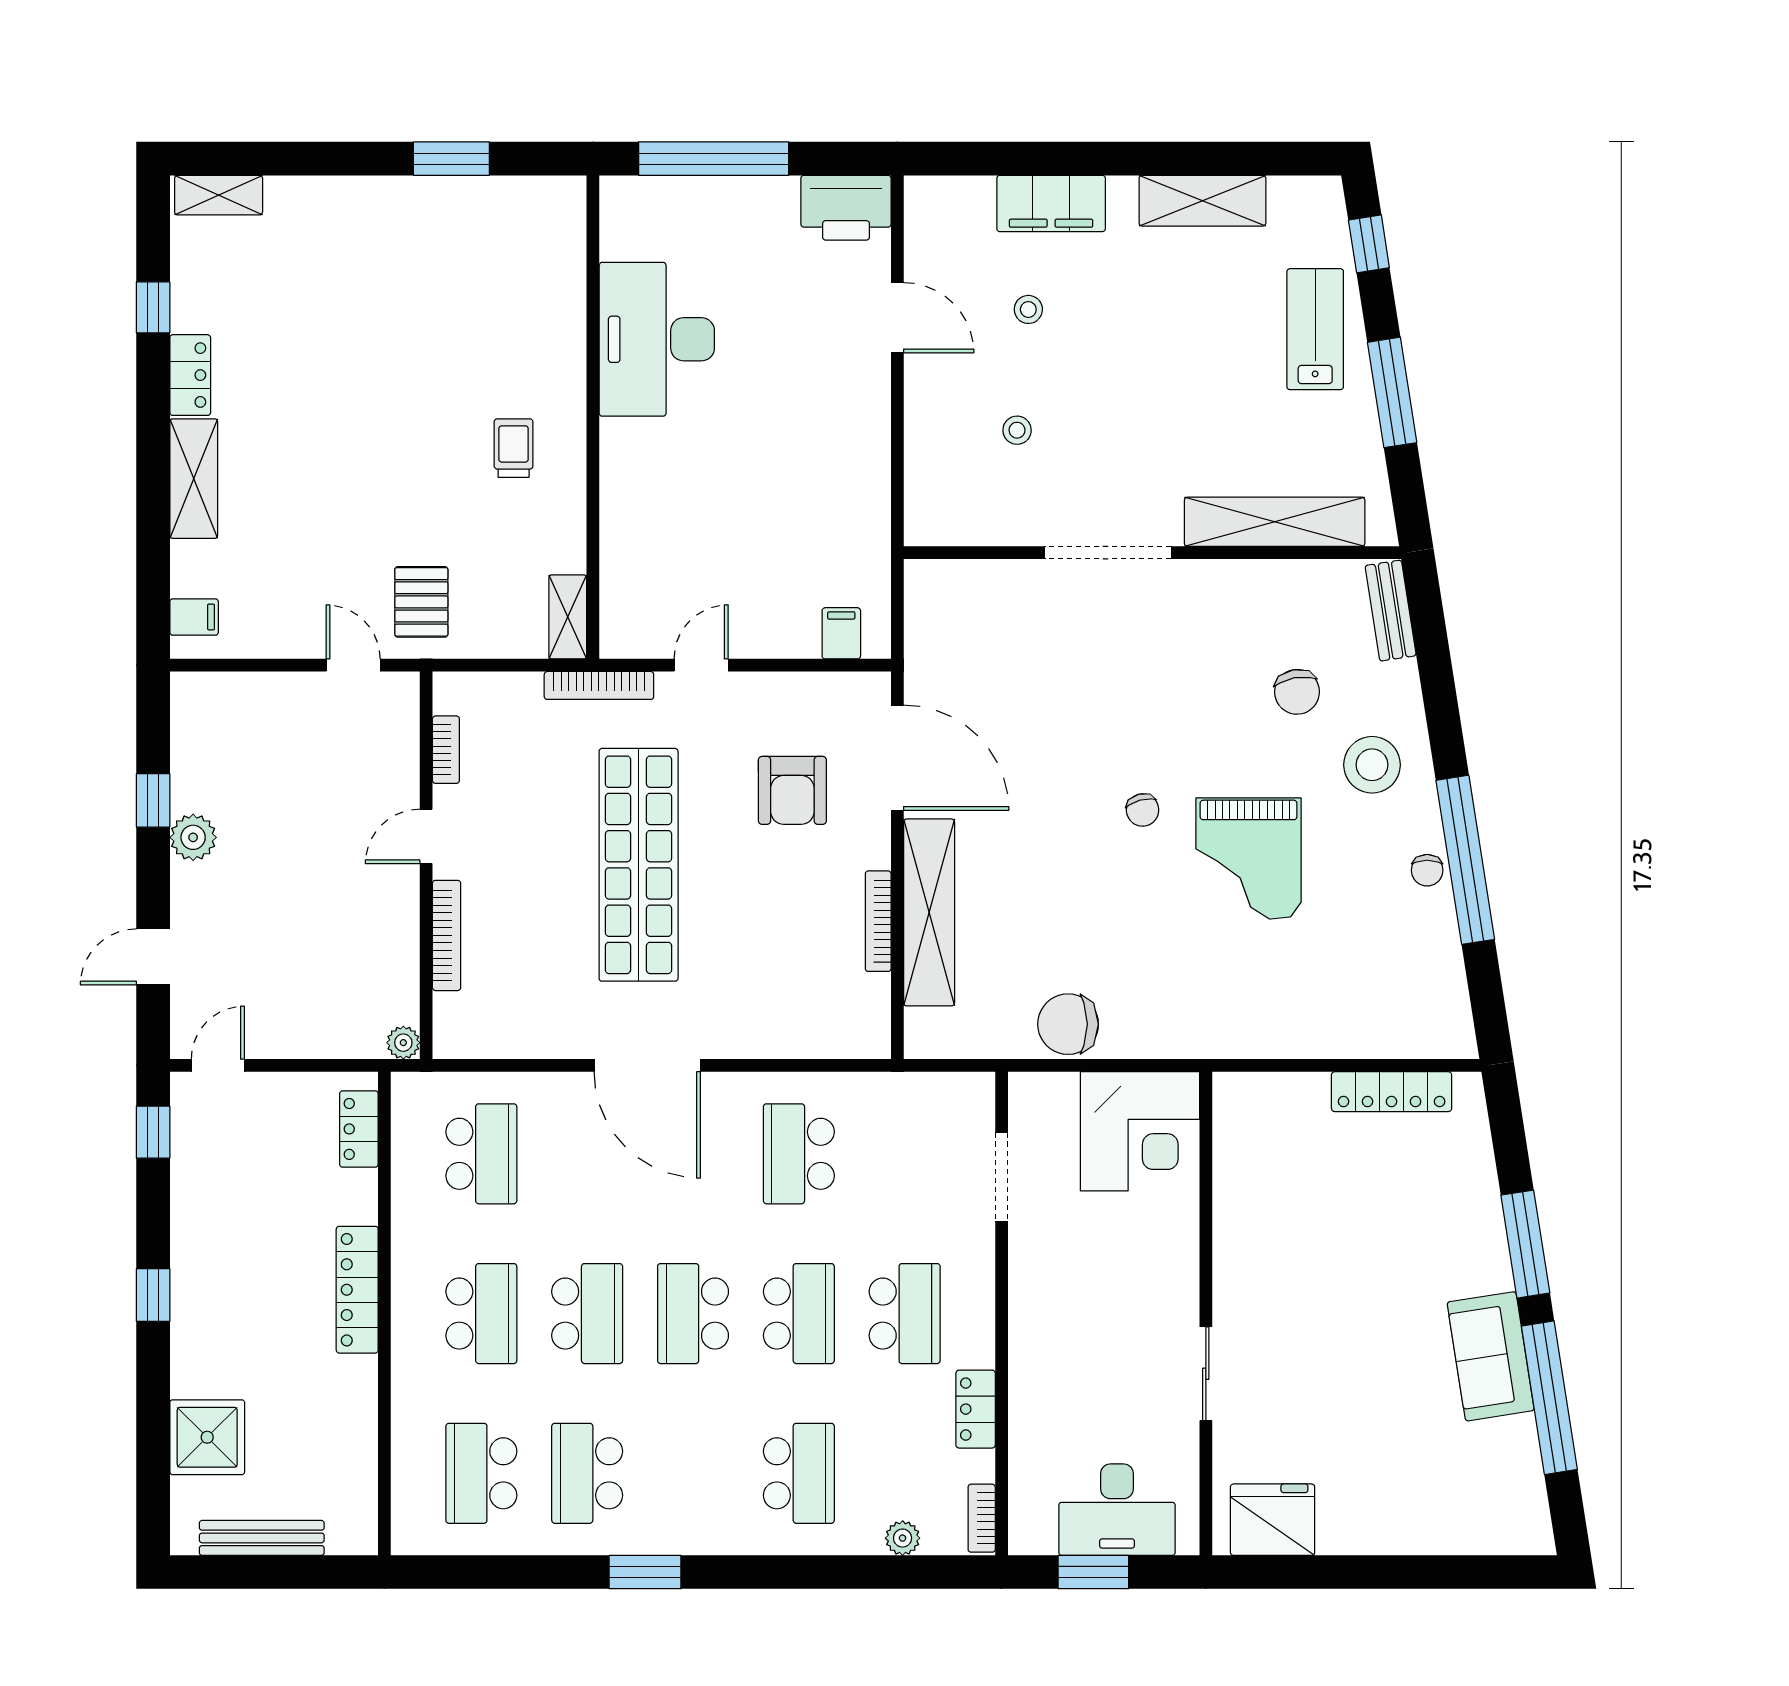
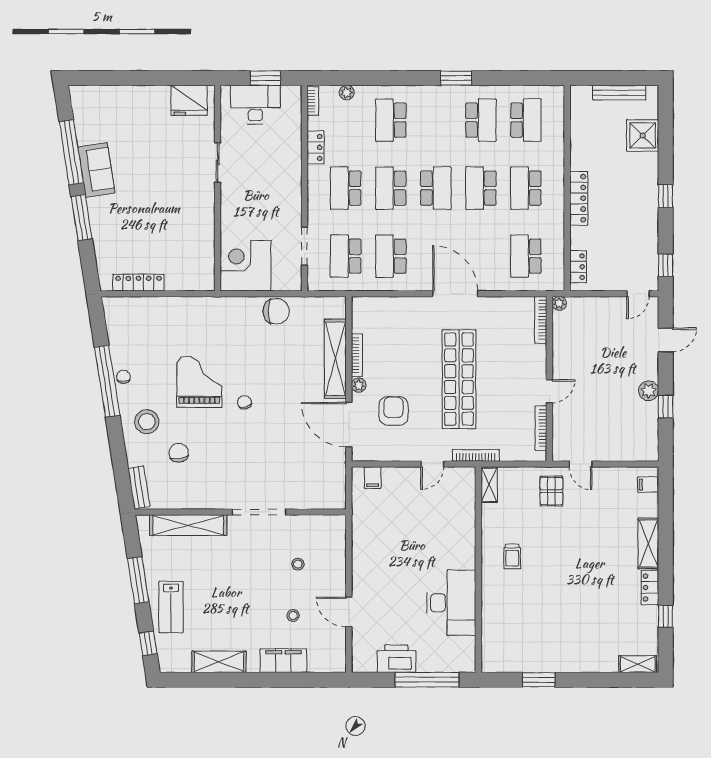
printer: (846, 208) -> (396, 659), moved
bookcase: (446, 750) -> (541, 428), width x1.56
plant: (874, 851) -> (359, 385), added
bookcase: (447, 935) -> (541, 320), moved
school desk: (799, 1154) -> (391, 256), turned 180
school desk: (905, 1154) -> (346, 256), added

